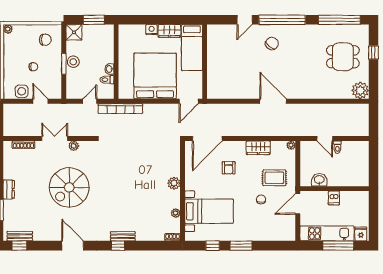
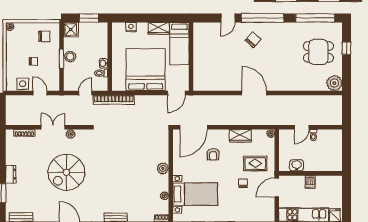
nightstand: (152, 30) -> (131, 27), moved
door: (325, 139) -> (302, 127), hinge flipped

